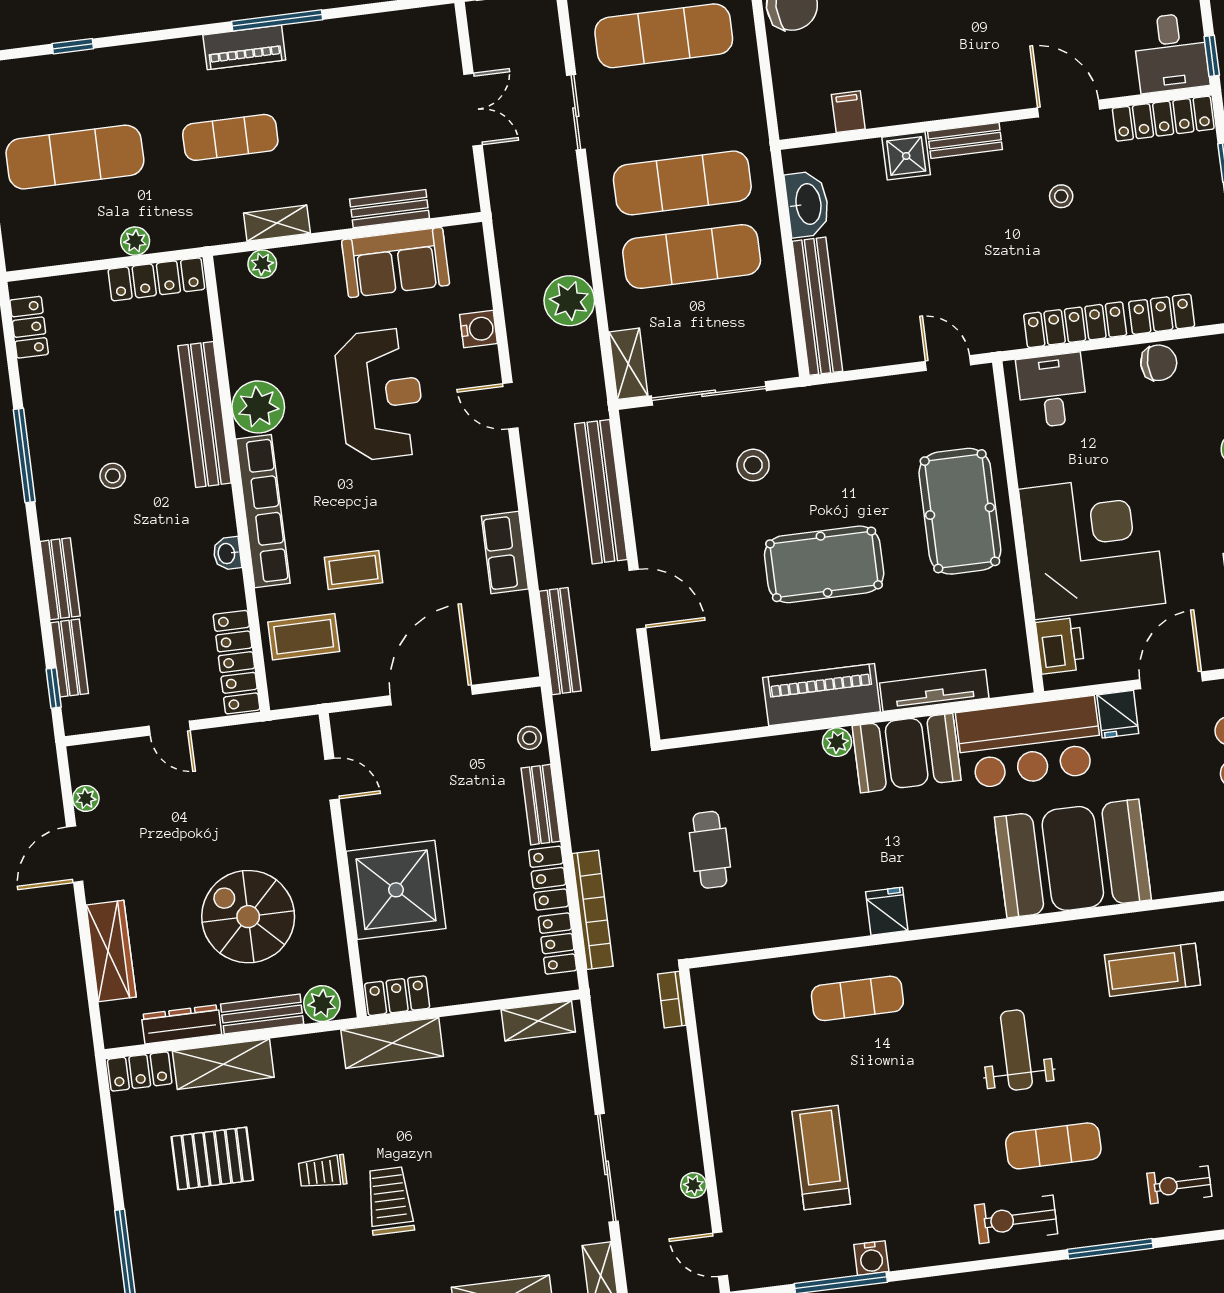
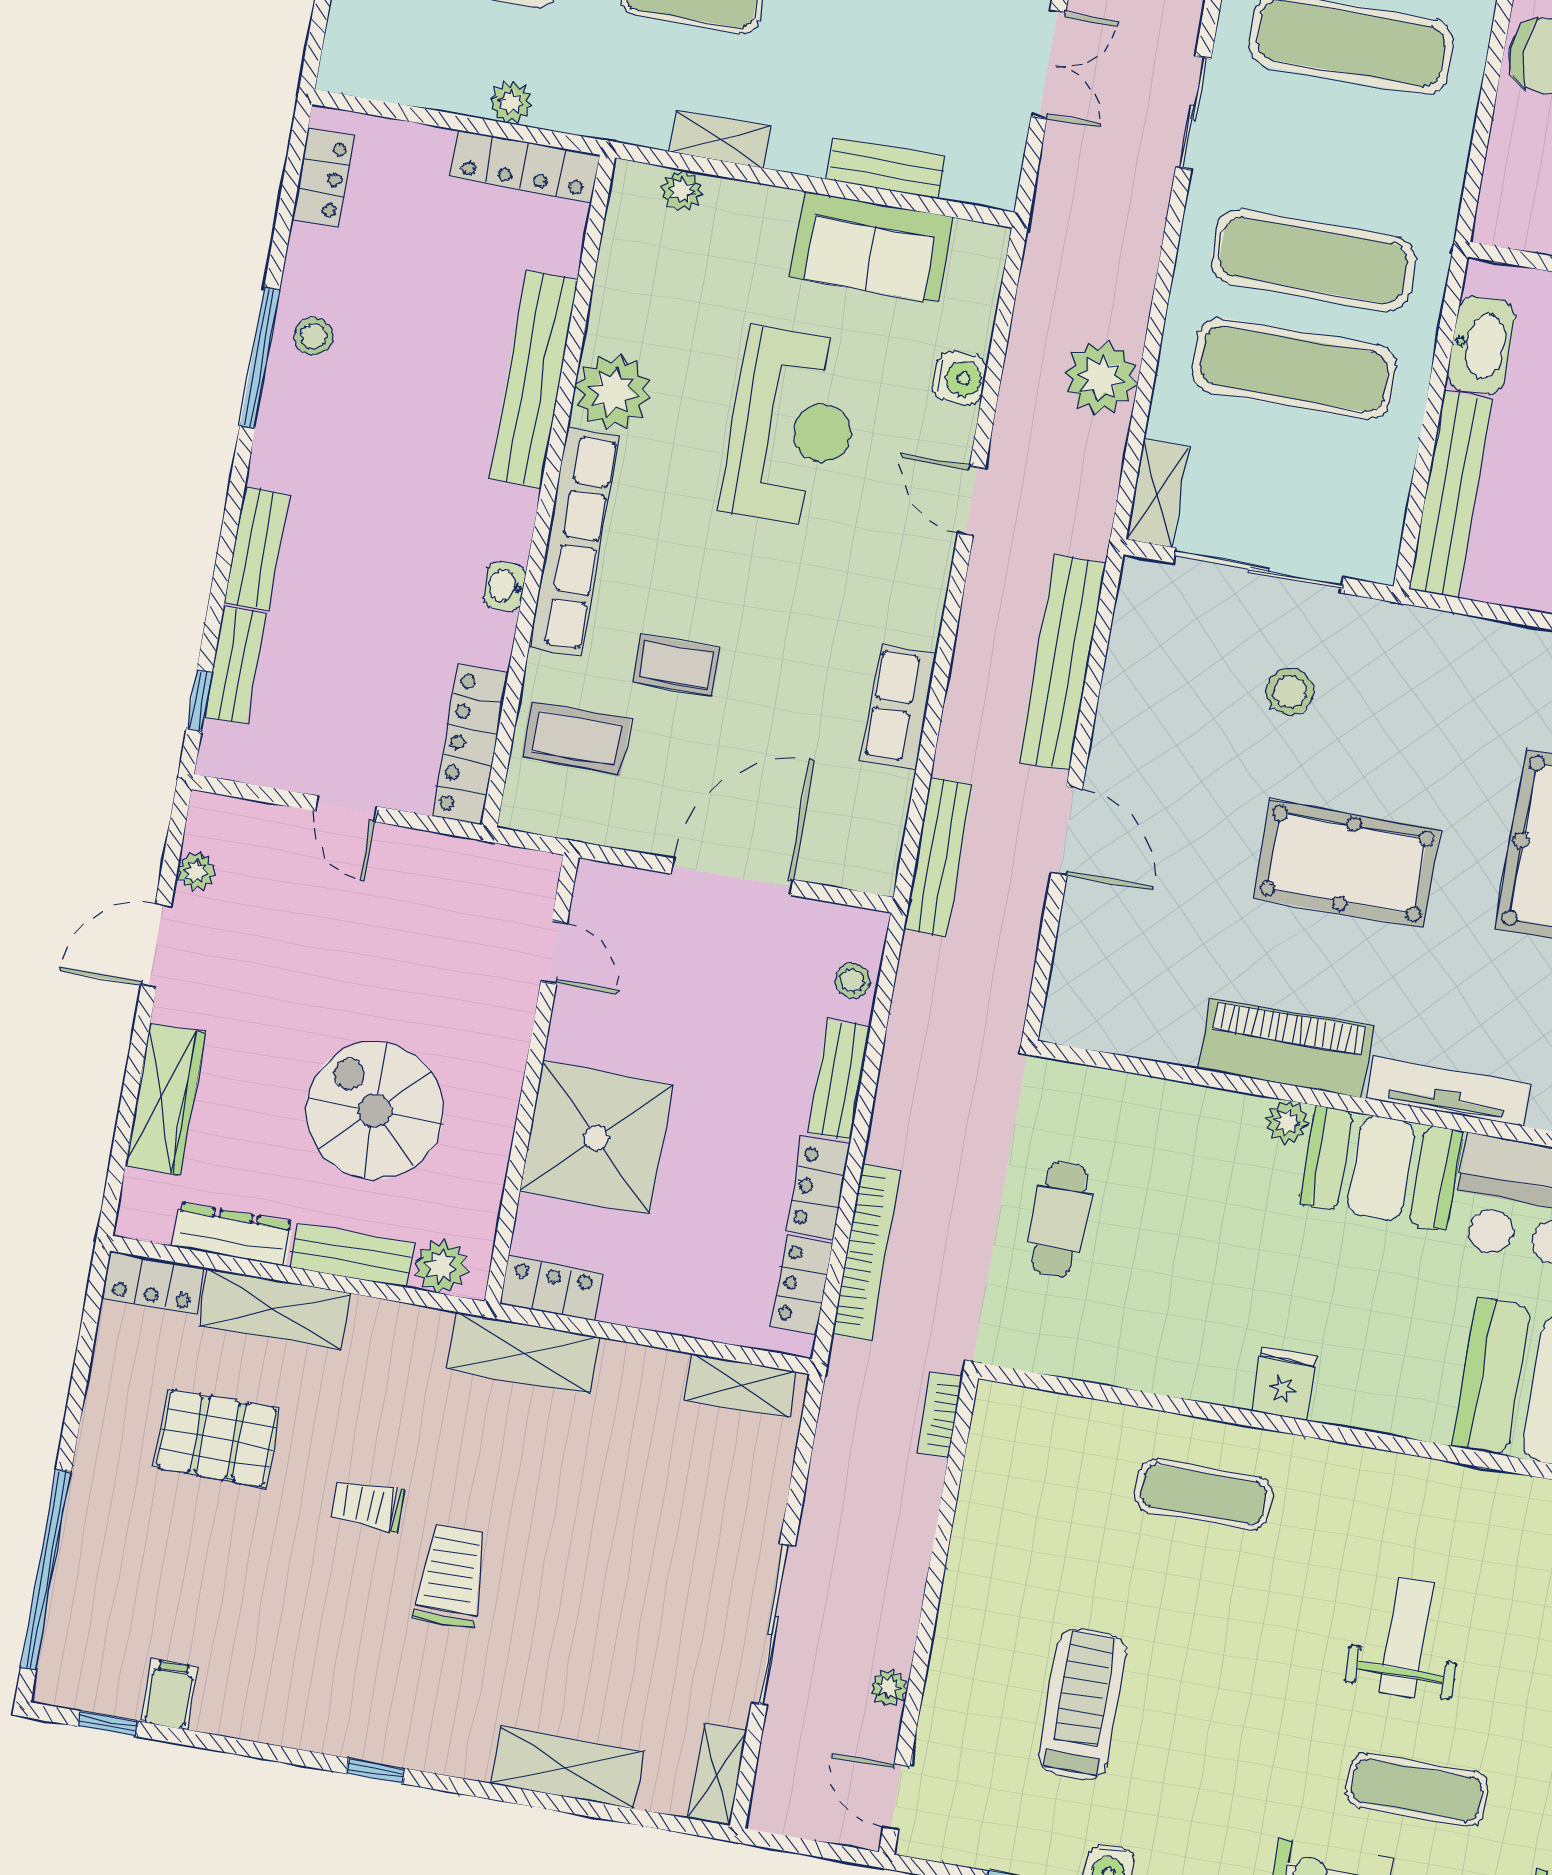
stool: (113, 476) -> (313, 336), moved

